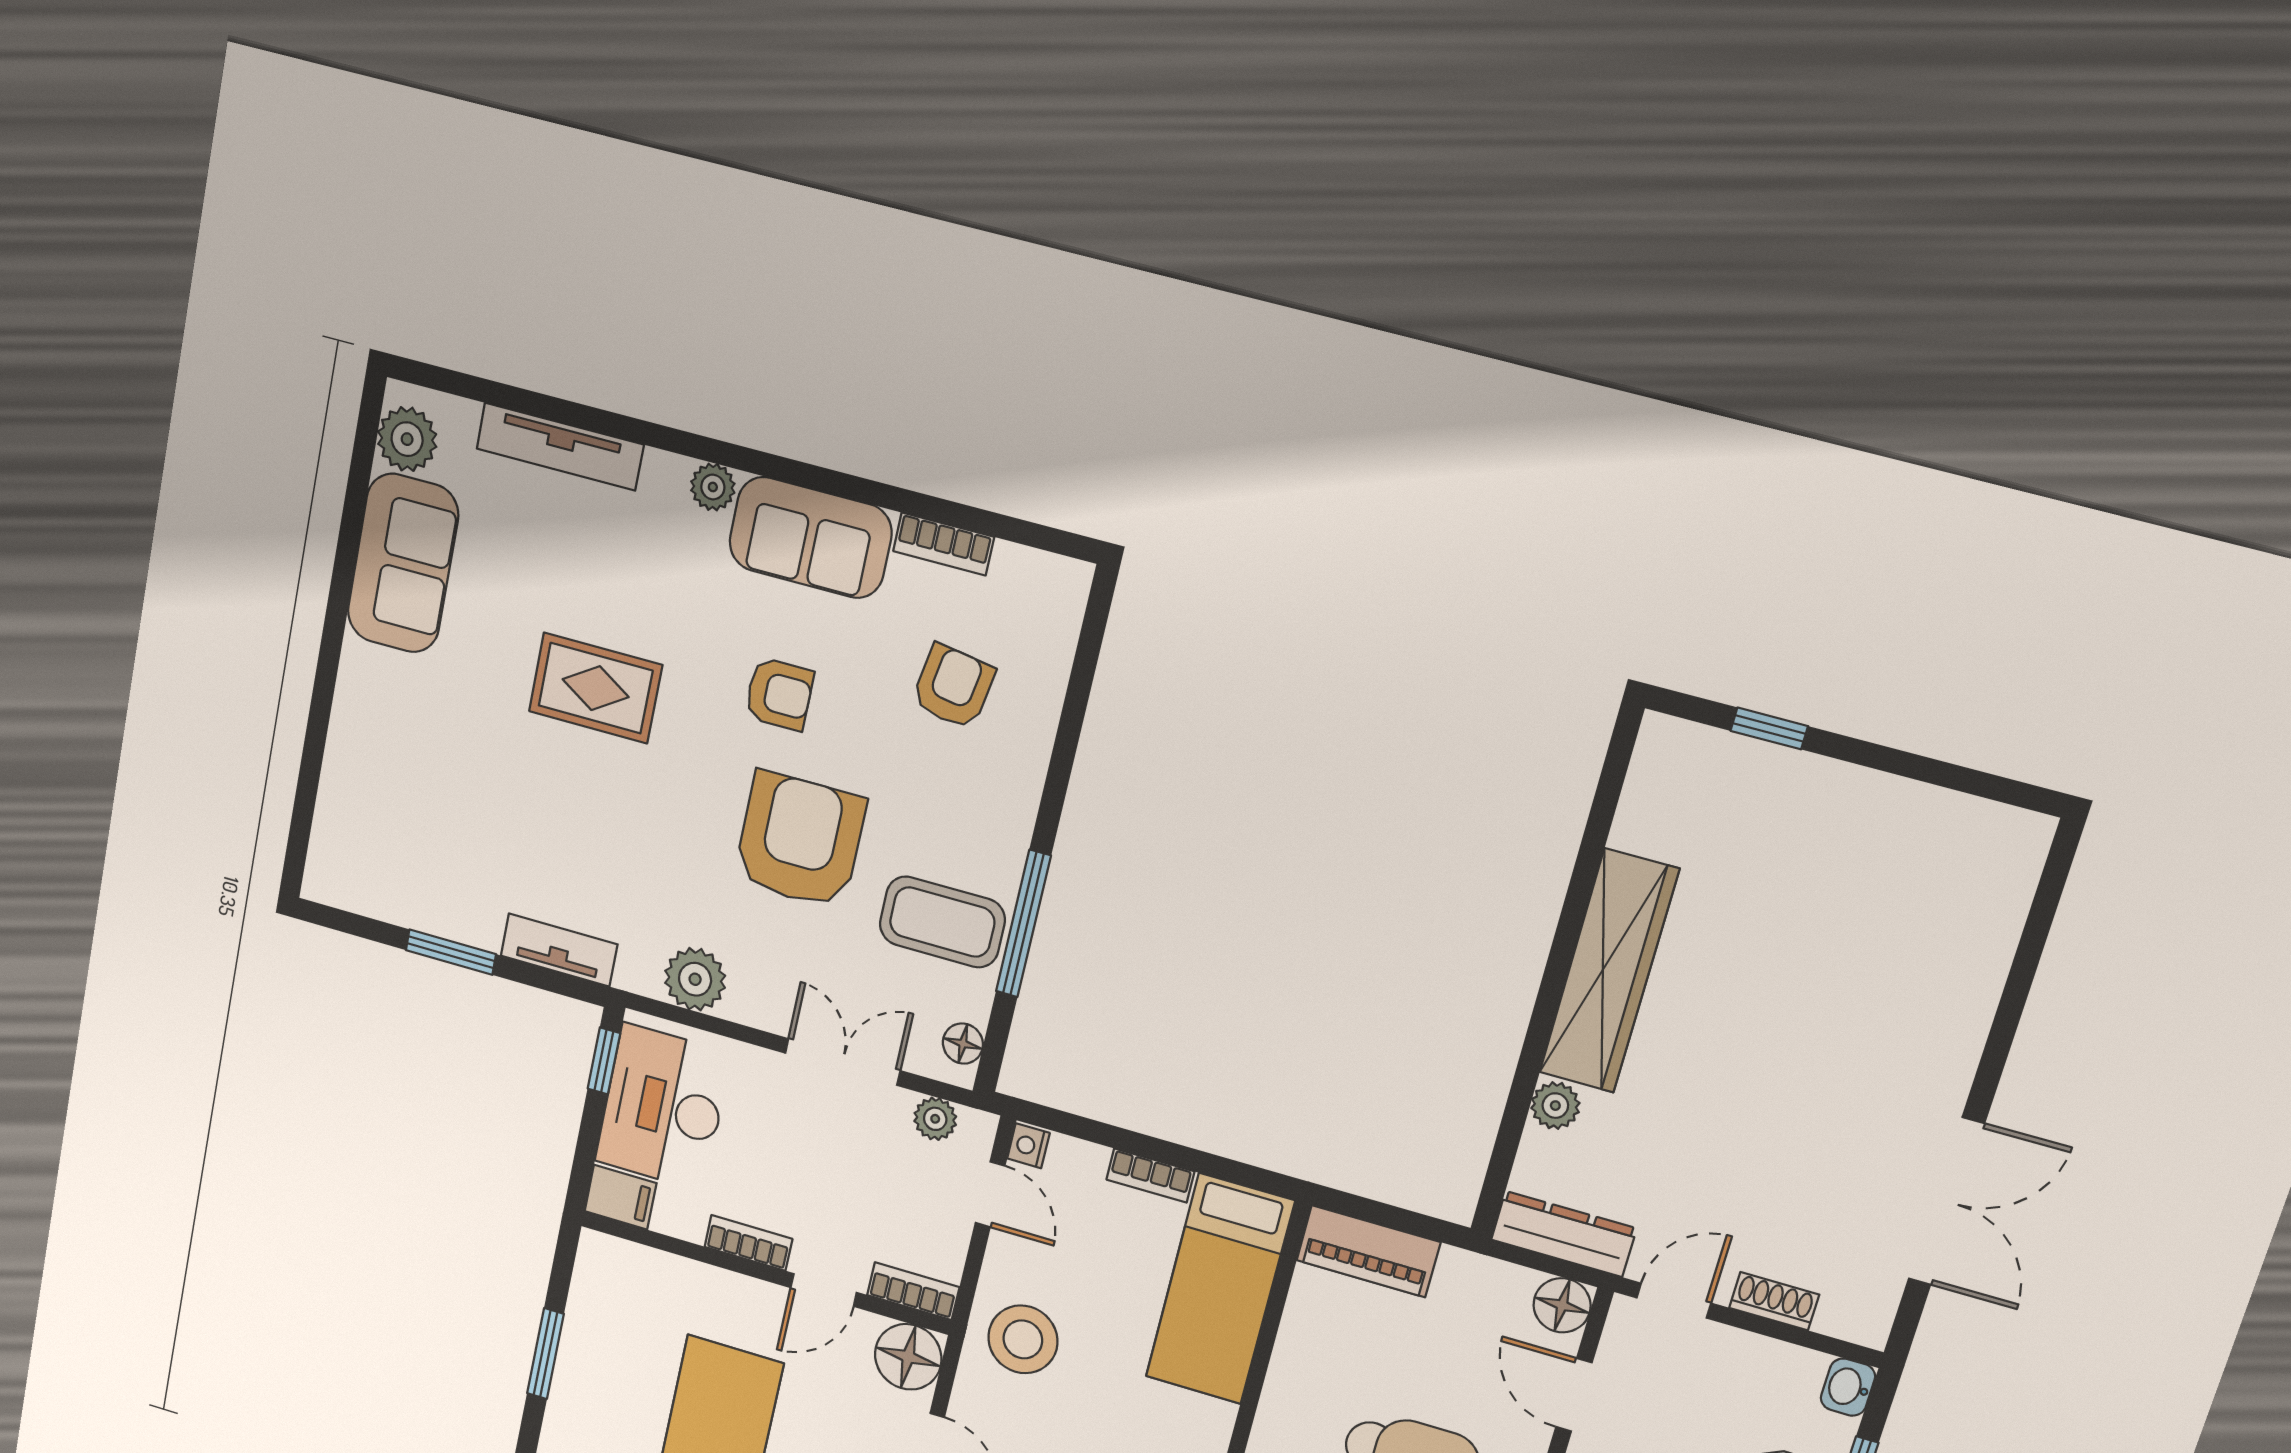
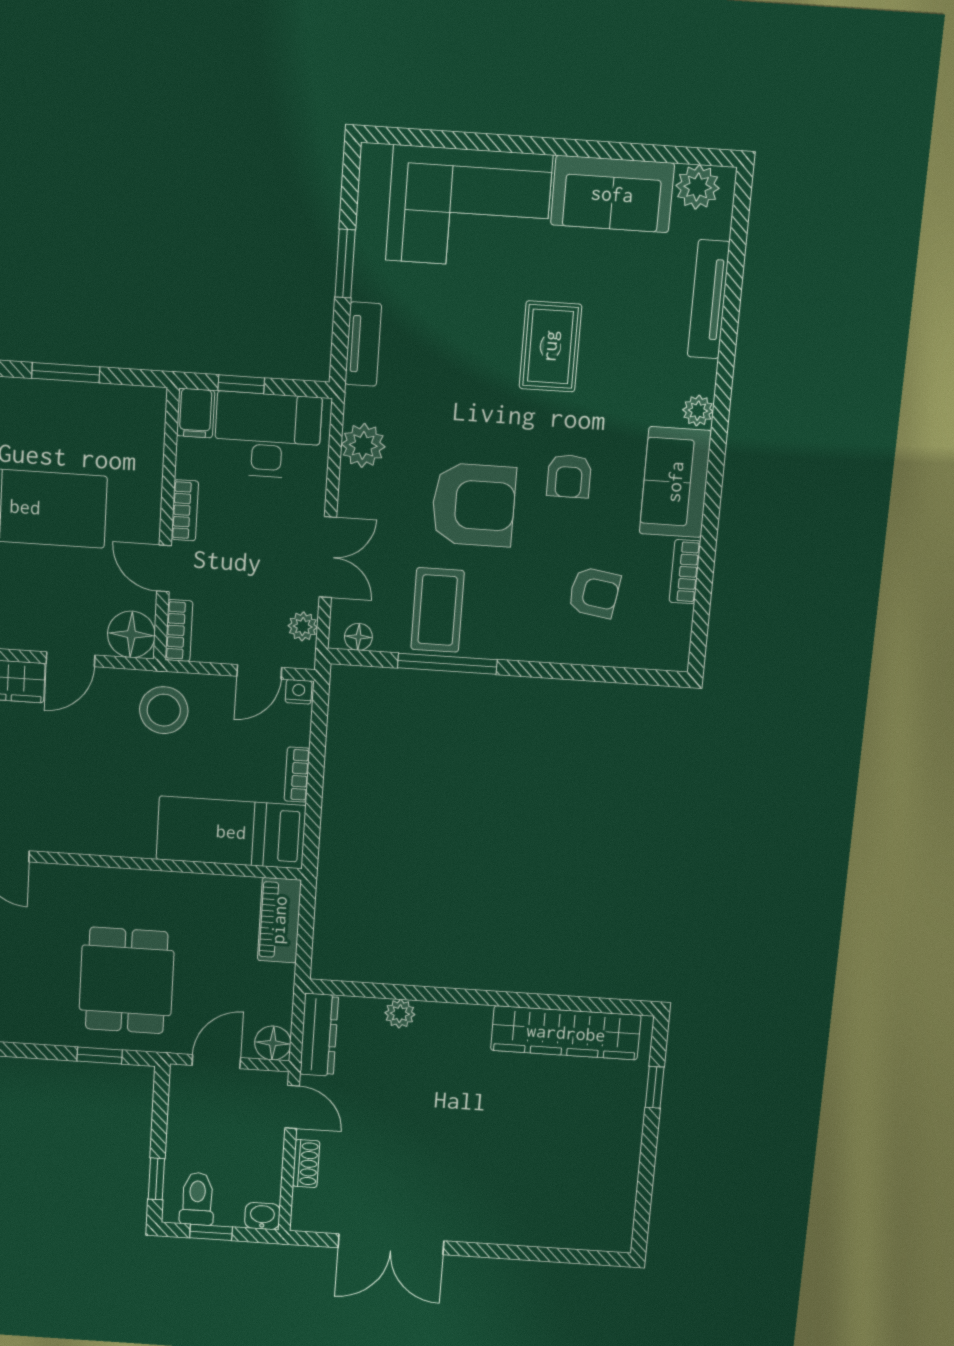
corner sofa: (398, 768) -> (469, 208), added
wardrobe: (1609, 971) -> (566, 1033), moved
window: (604, 1061) -> (241, 384), moved

